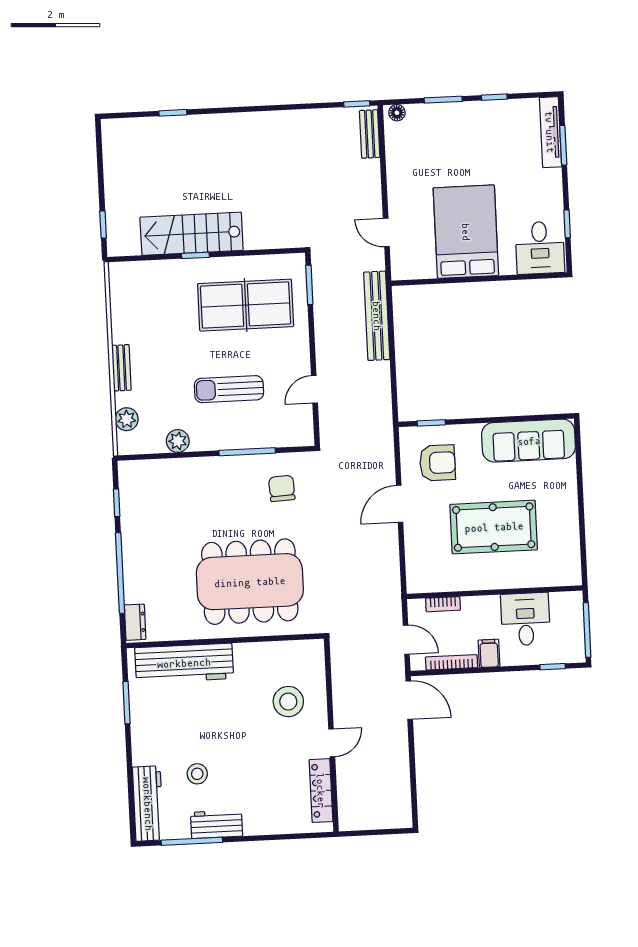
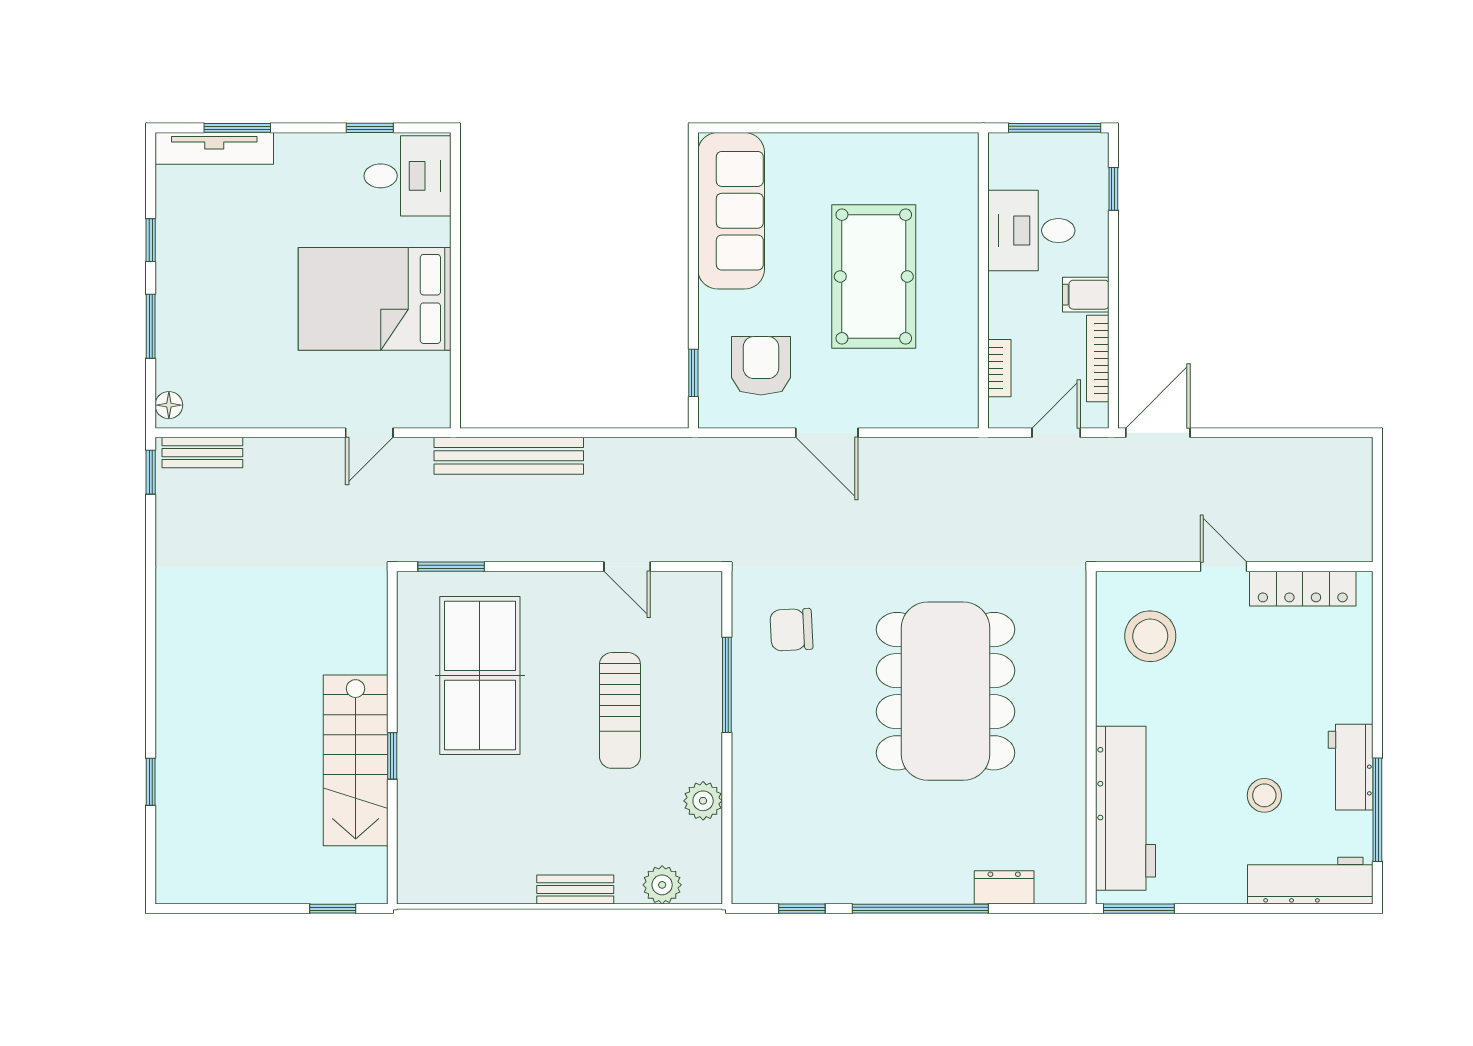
wall: (225, 641) -> (1091, 738), moved
workbench: (184, 663) -> (1125, 808), moved

